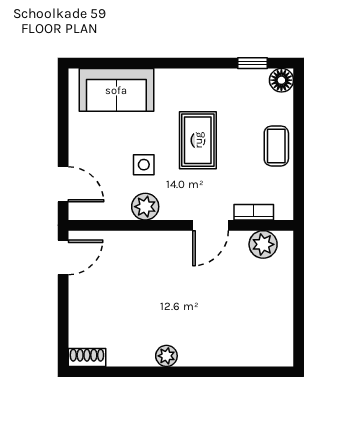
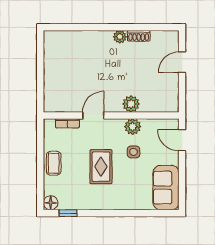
sofa: (116, 90) -> (166, 188), moved, turned -90
plant: (263, 244) -> (131, 104), moved
door: (63, 257) -> (182, 62), moved
shoe rack: (87, 358) -> (139, 36), moved

